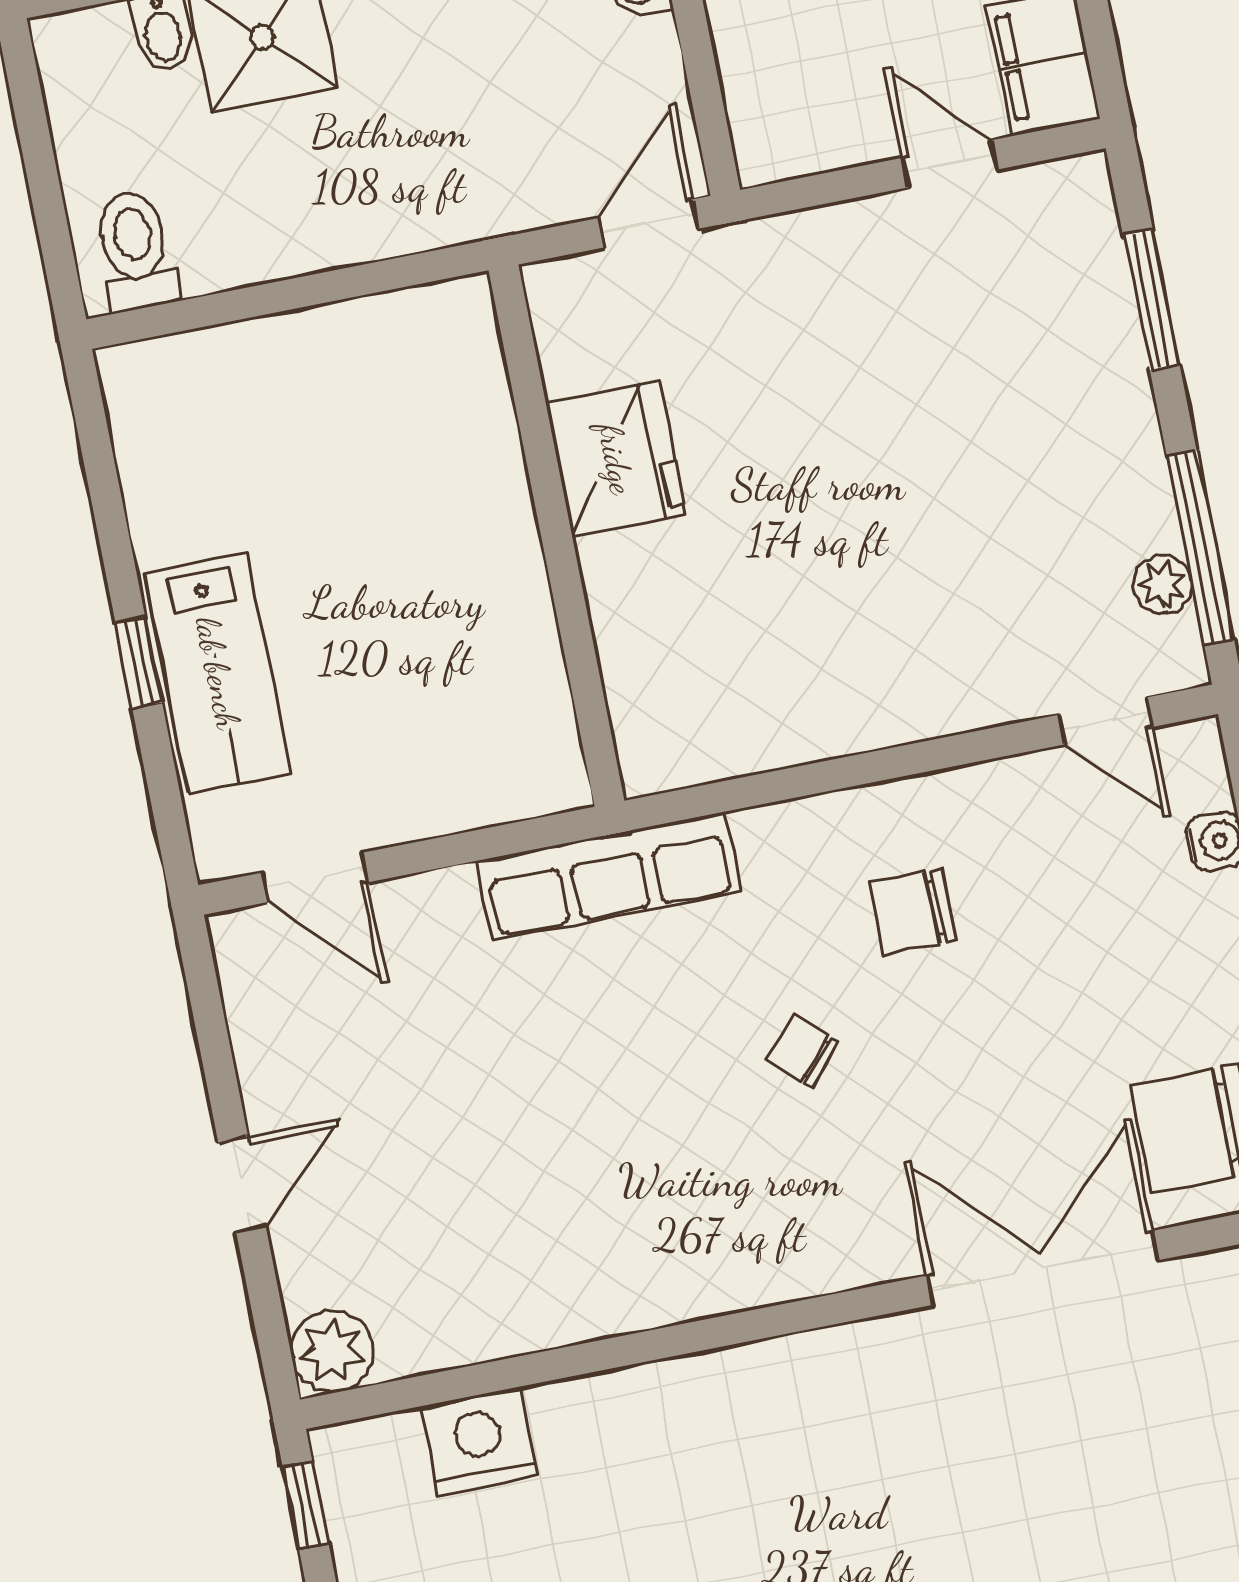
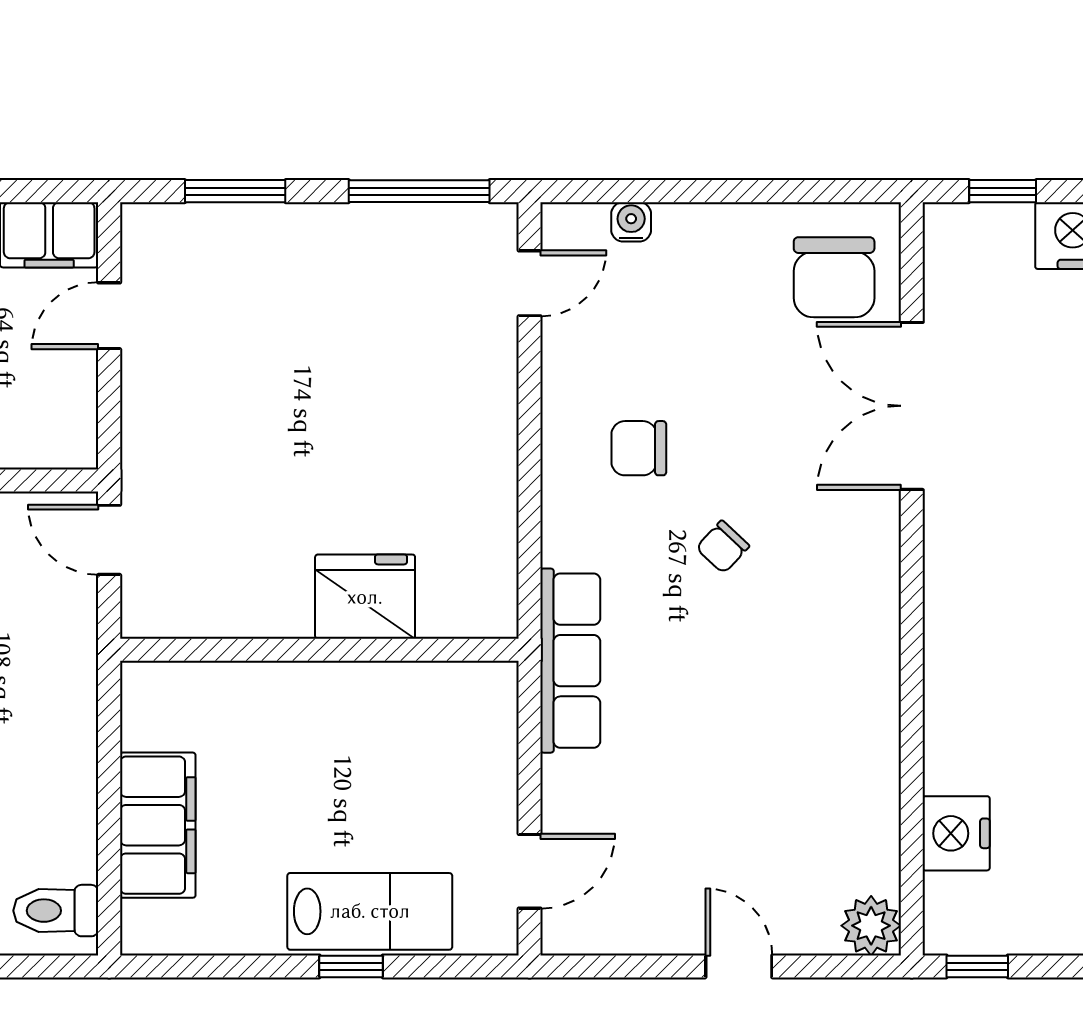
filing cabinet: (277, 365) -> (158, 825), added
fridge: (616, 459) -> (365, 597), moved
plant: (1162, 585) -> (440, 224), removed
chair: (913, 912) -> (639, 448), turned 90

